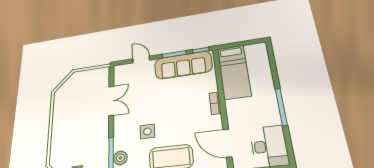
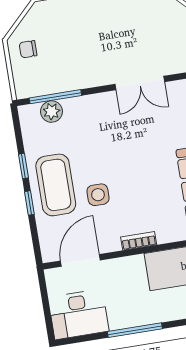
side table: (147, 131) -> (98, 195), moved

